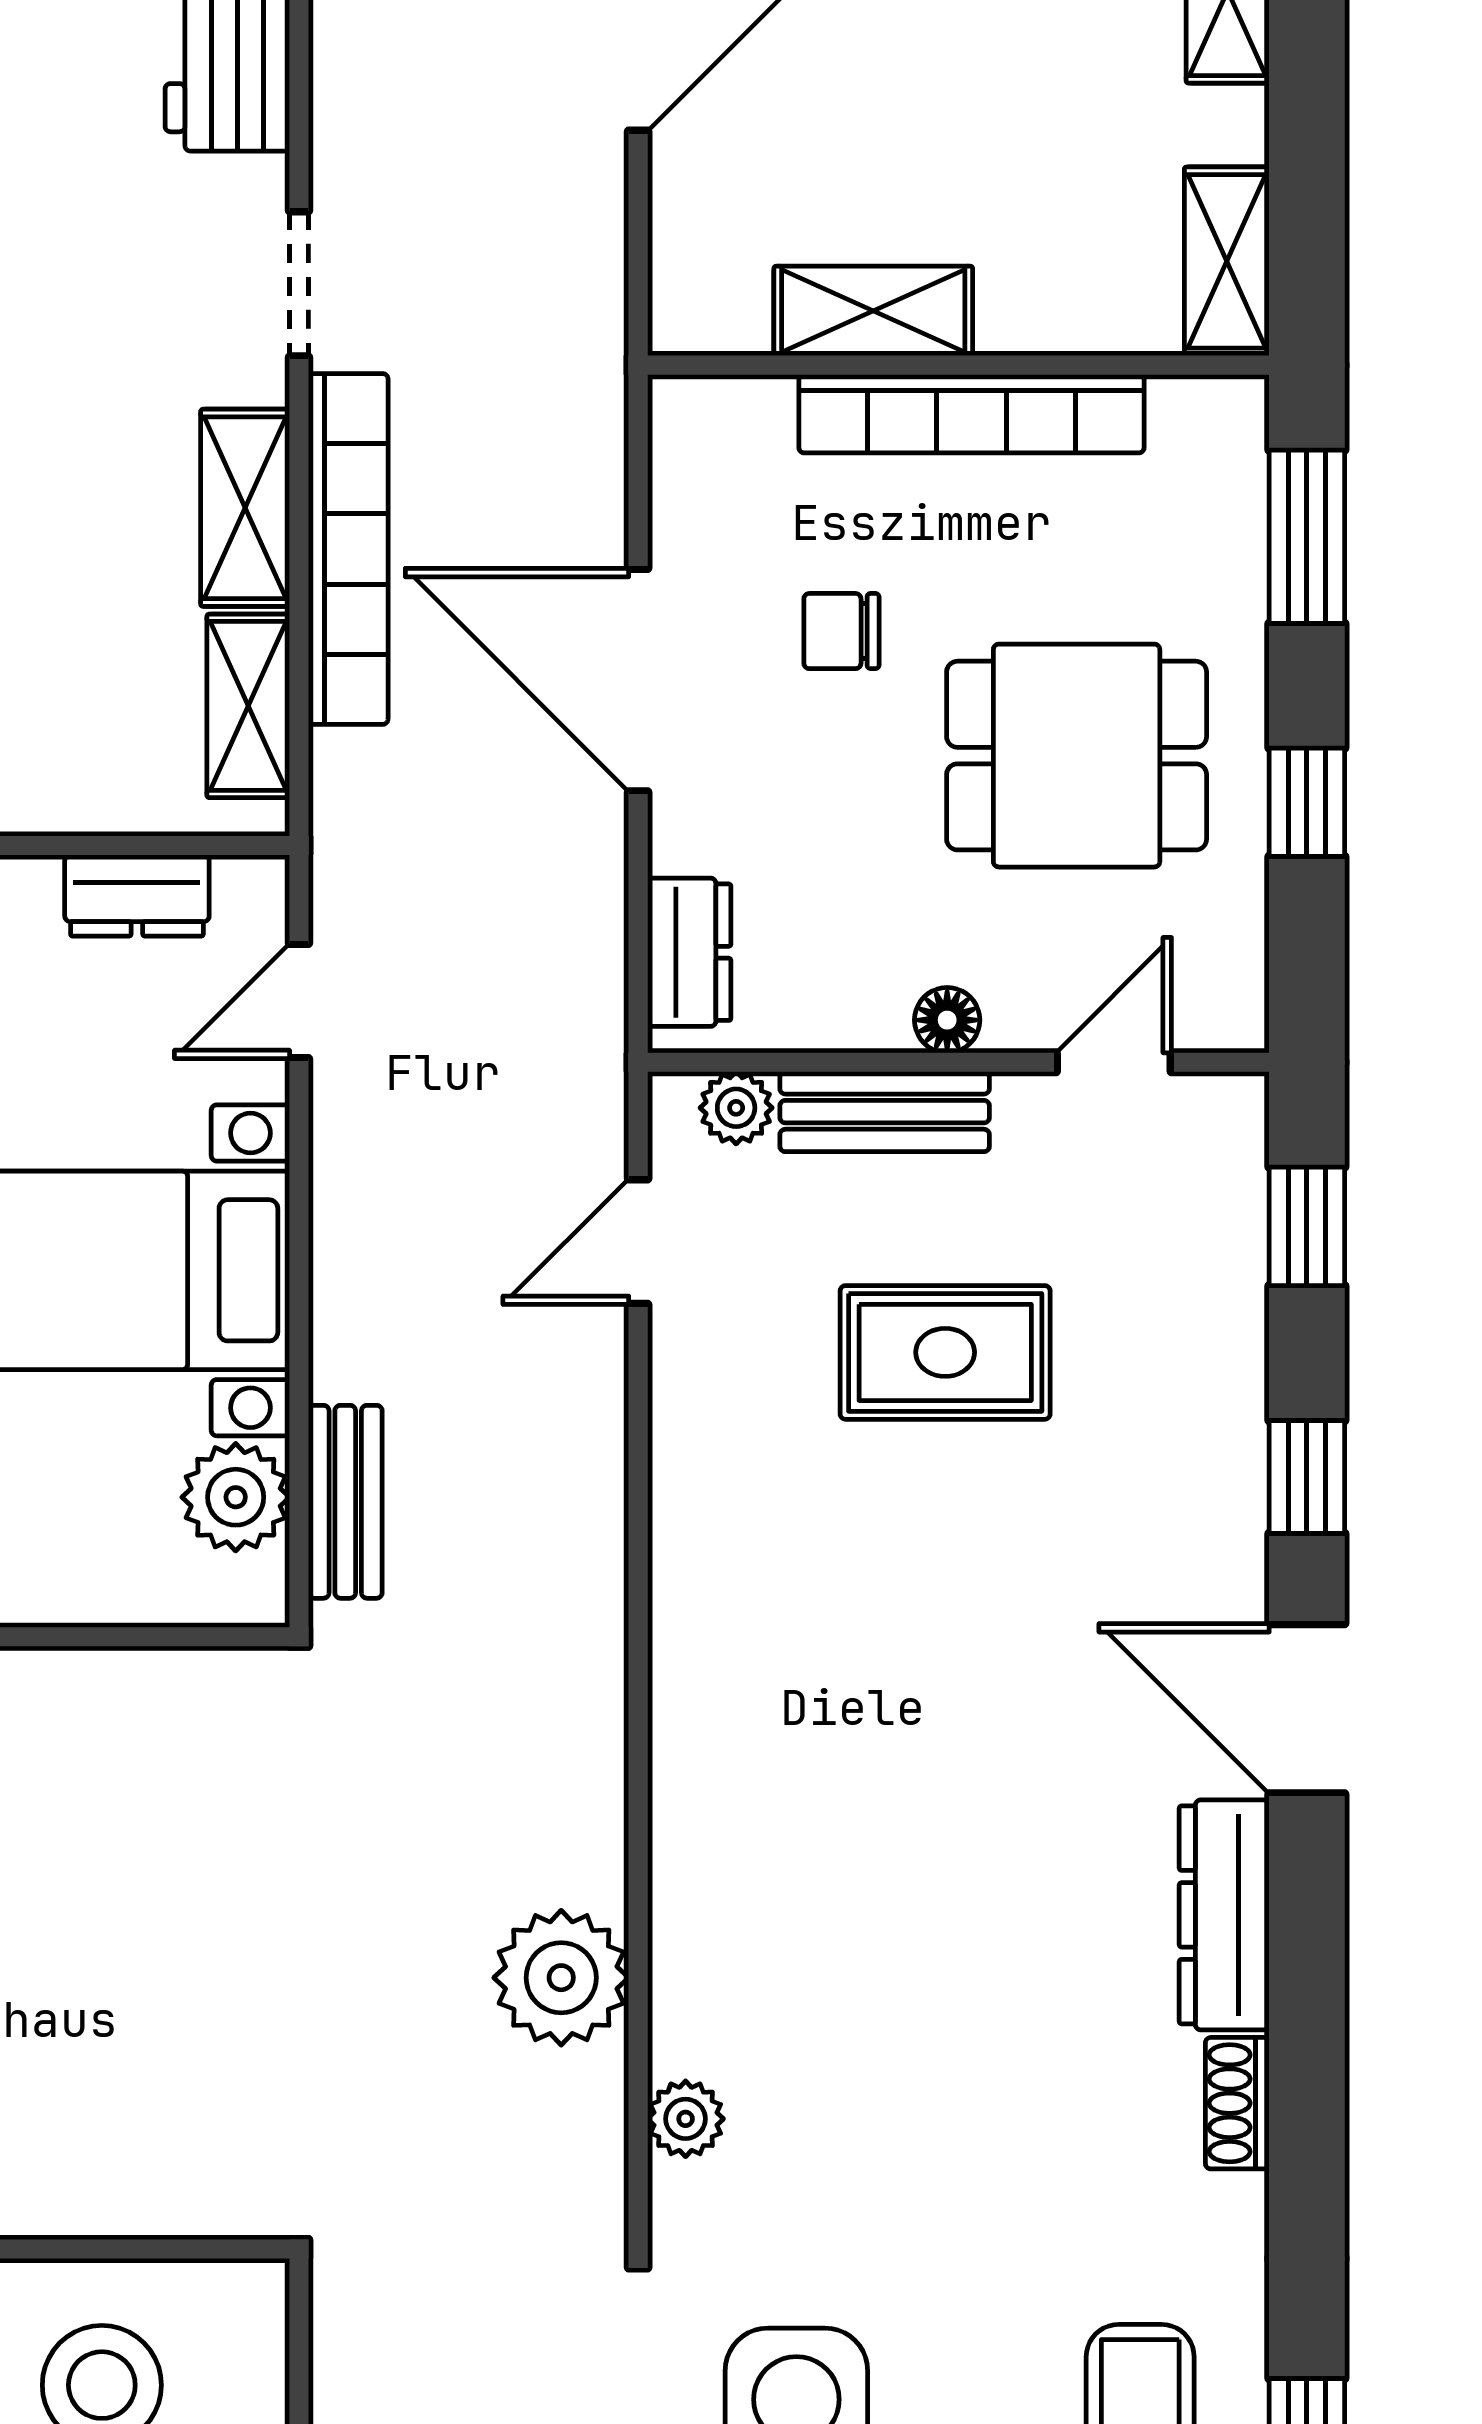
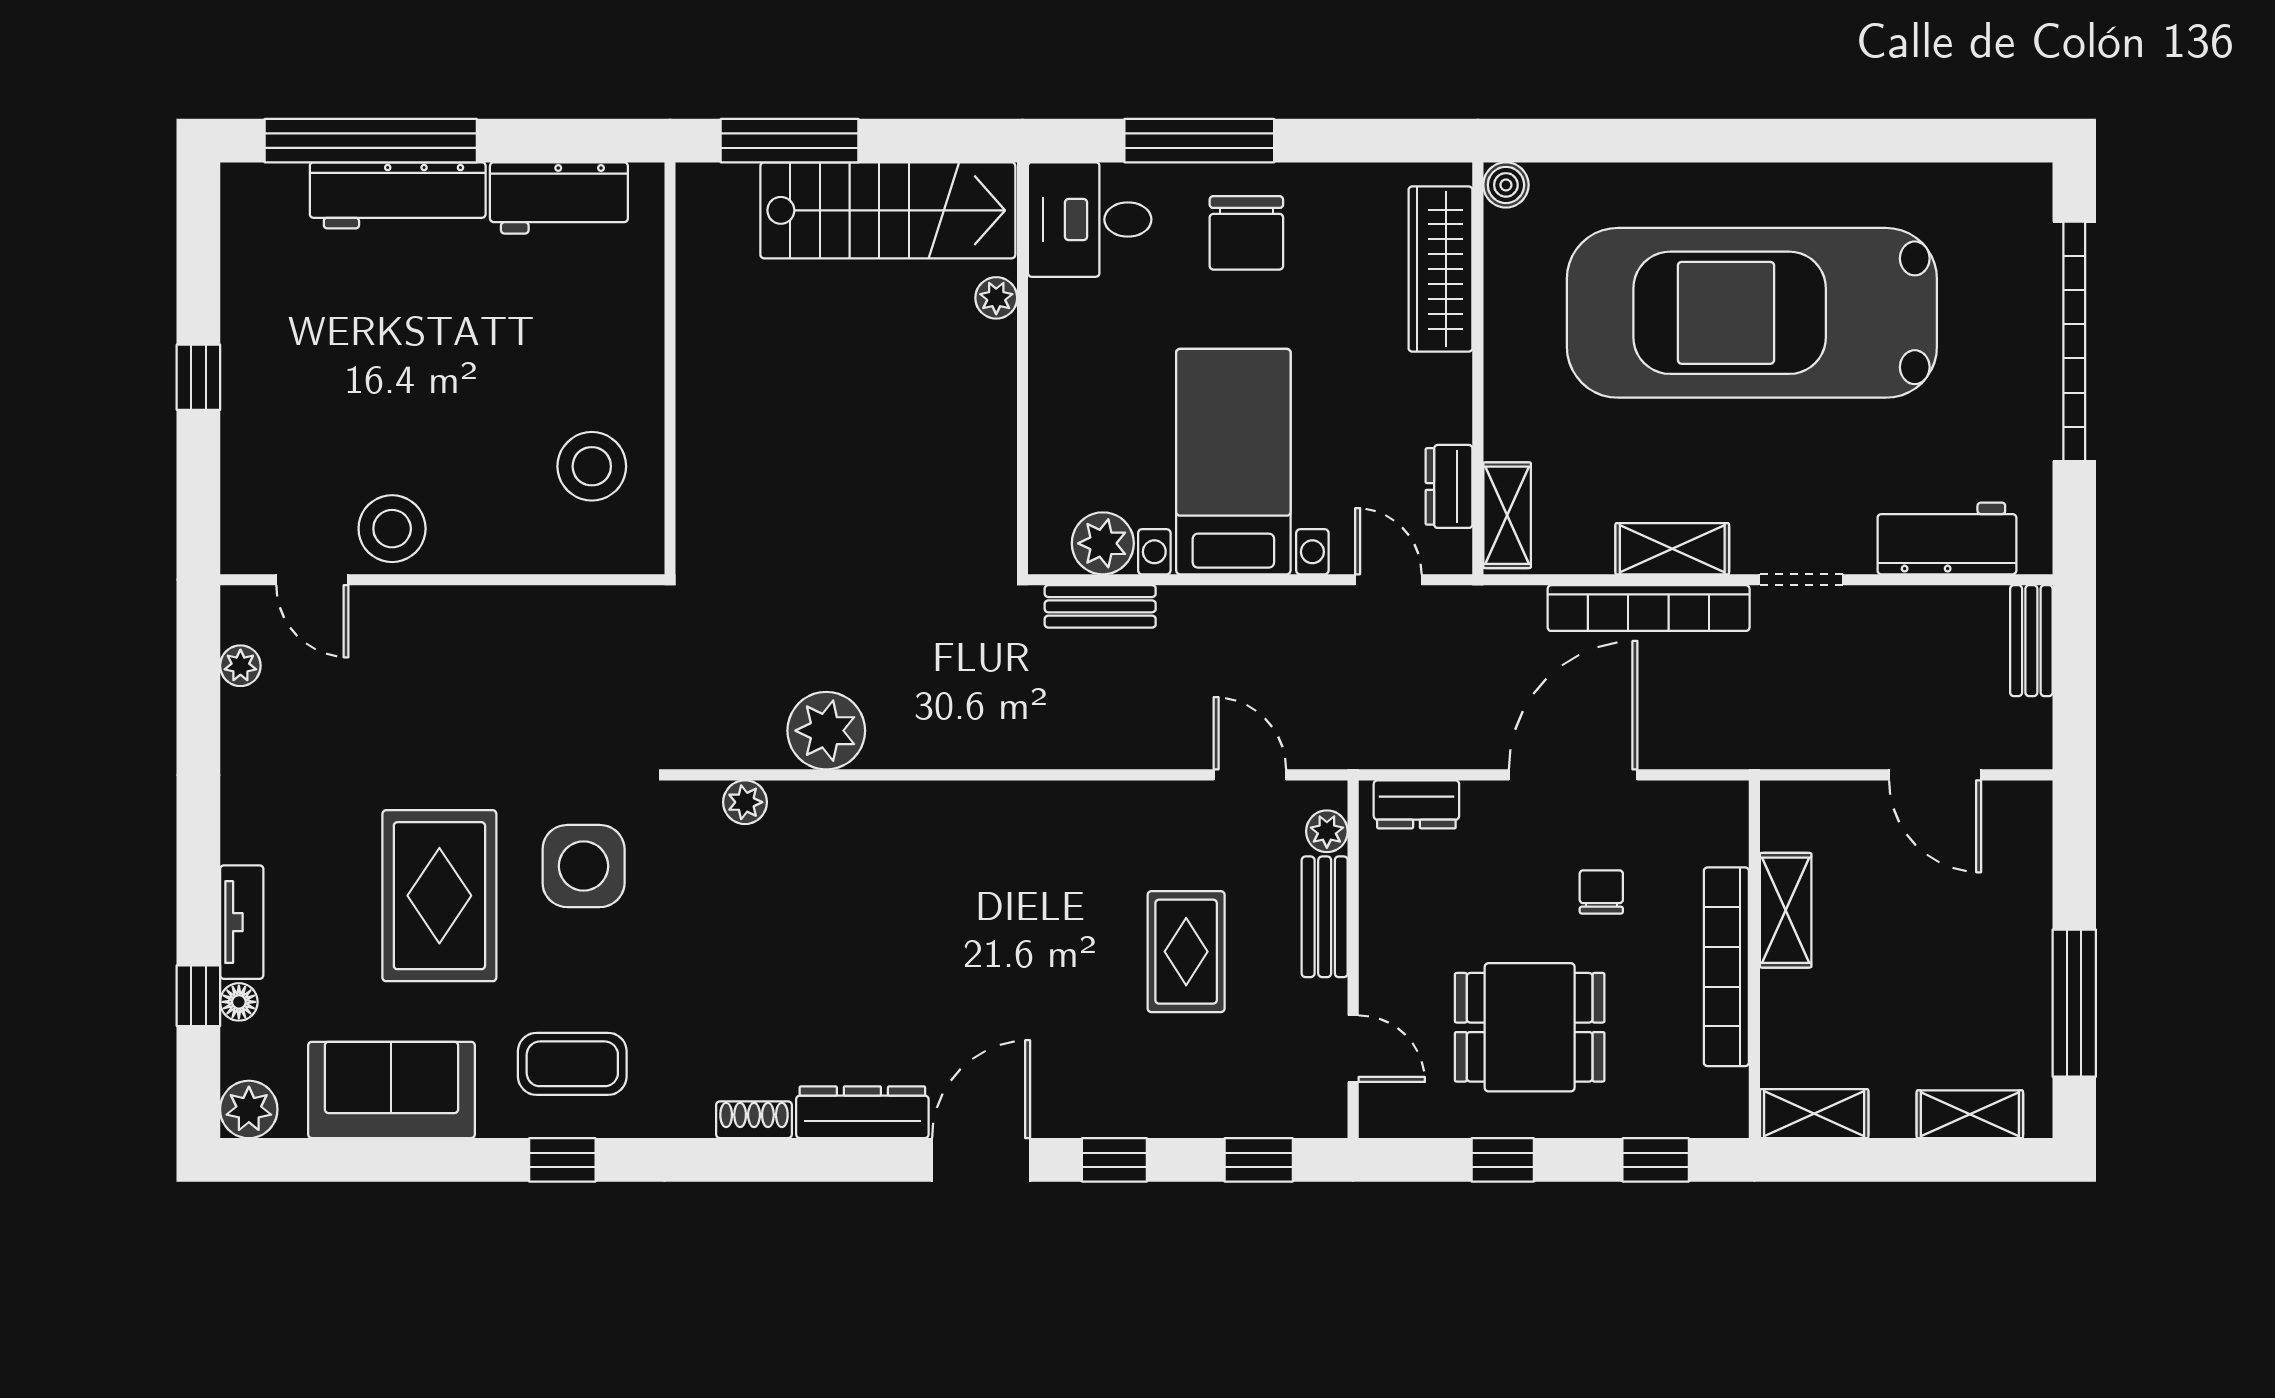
window: (1307, 537) -> (1656, 1160), width x0.67
shelving: (248, 706) -> (1507, 515), moved, turned 90
dining table: (1077, 756) -> (1530, 1027), turned 90
floor lamp: (947, 1020) -> (1377, 953), removed

